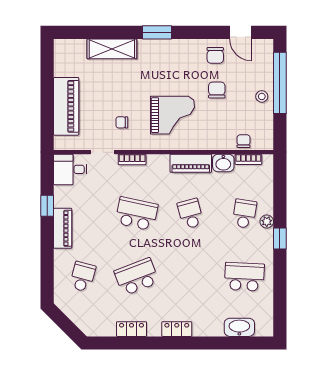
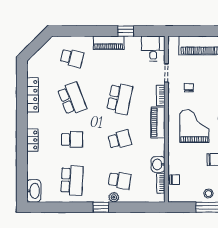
grand piano: (173, 115) -> (194, 126), turned 180
piano: (191, 163) -> (158, 122), moved
school desk: (190, 277) -> (72, 140), added
washbasin: (239, 327) -> (34, 191), moved
locker: (132, 329) -> (32, 95), width x1.53
locker: (177, 329) -> (32, 140), moved

